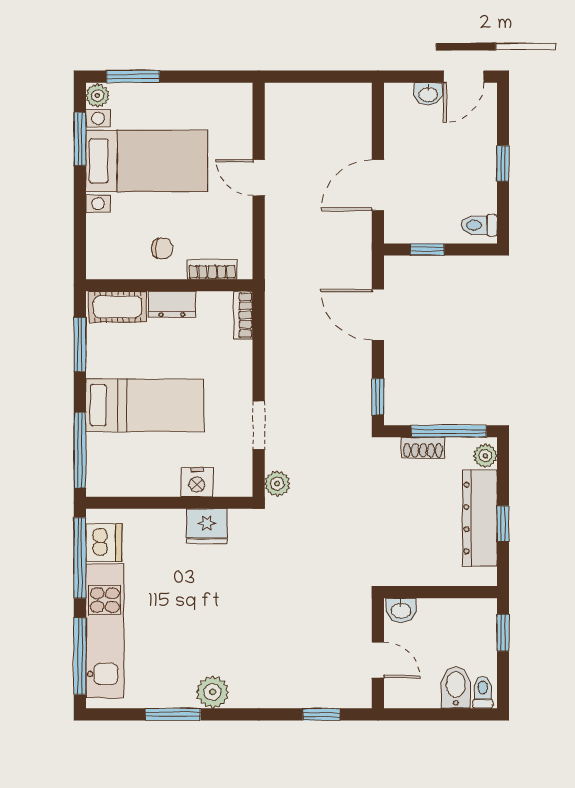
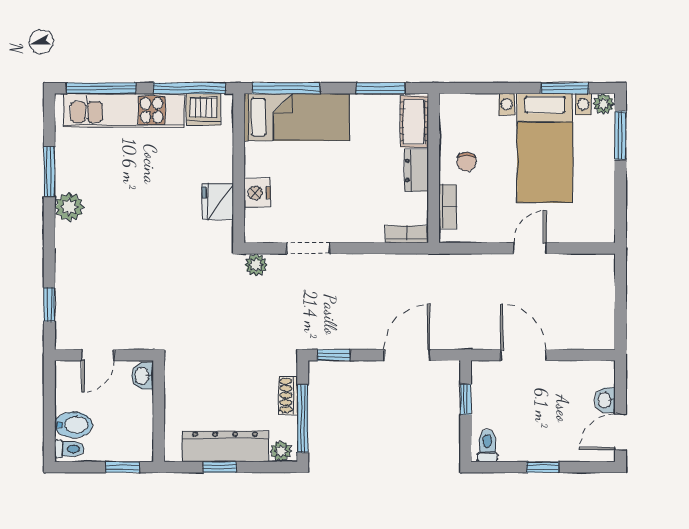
door: (464, 77) -> (620, 432), hinge flipped
bed: (145, 405) -> (297, 117), moved, turned -90

